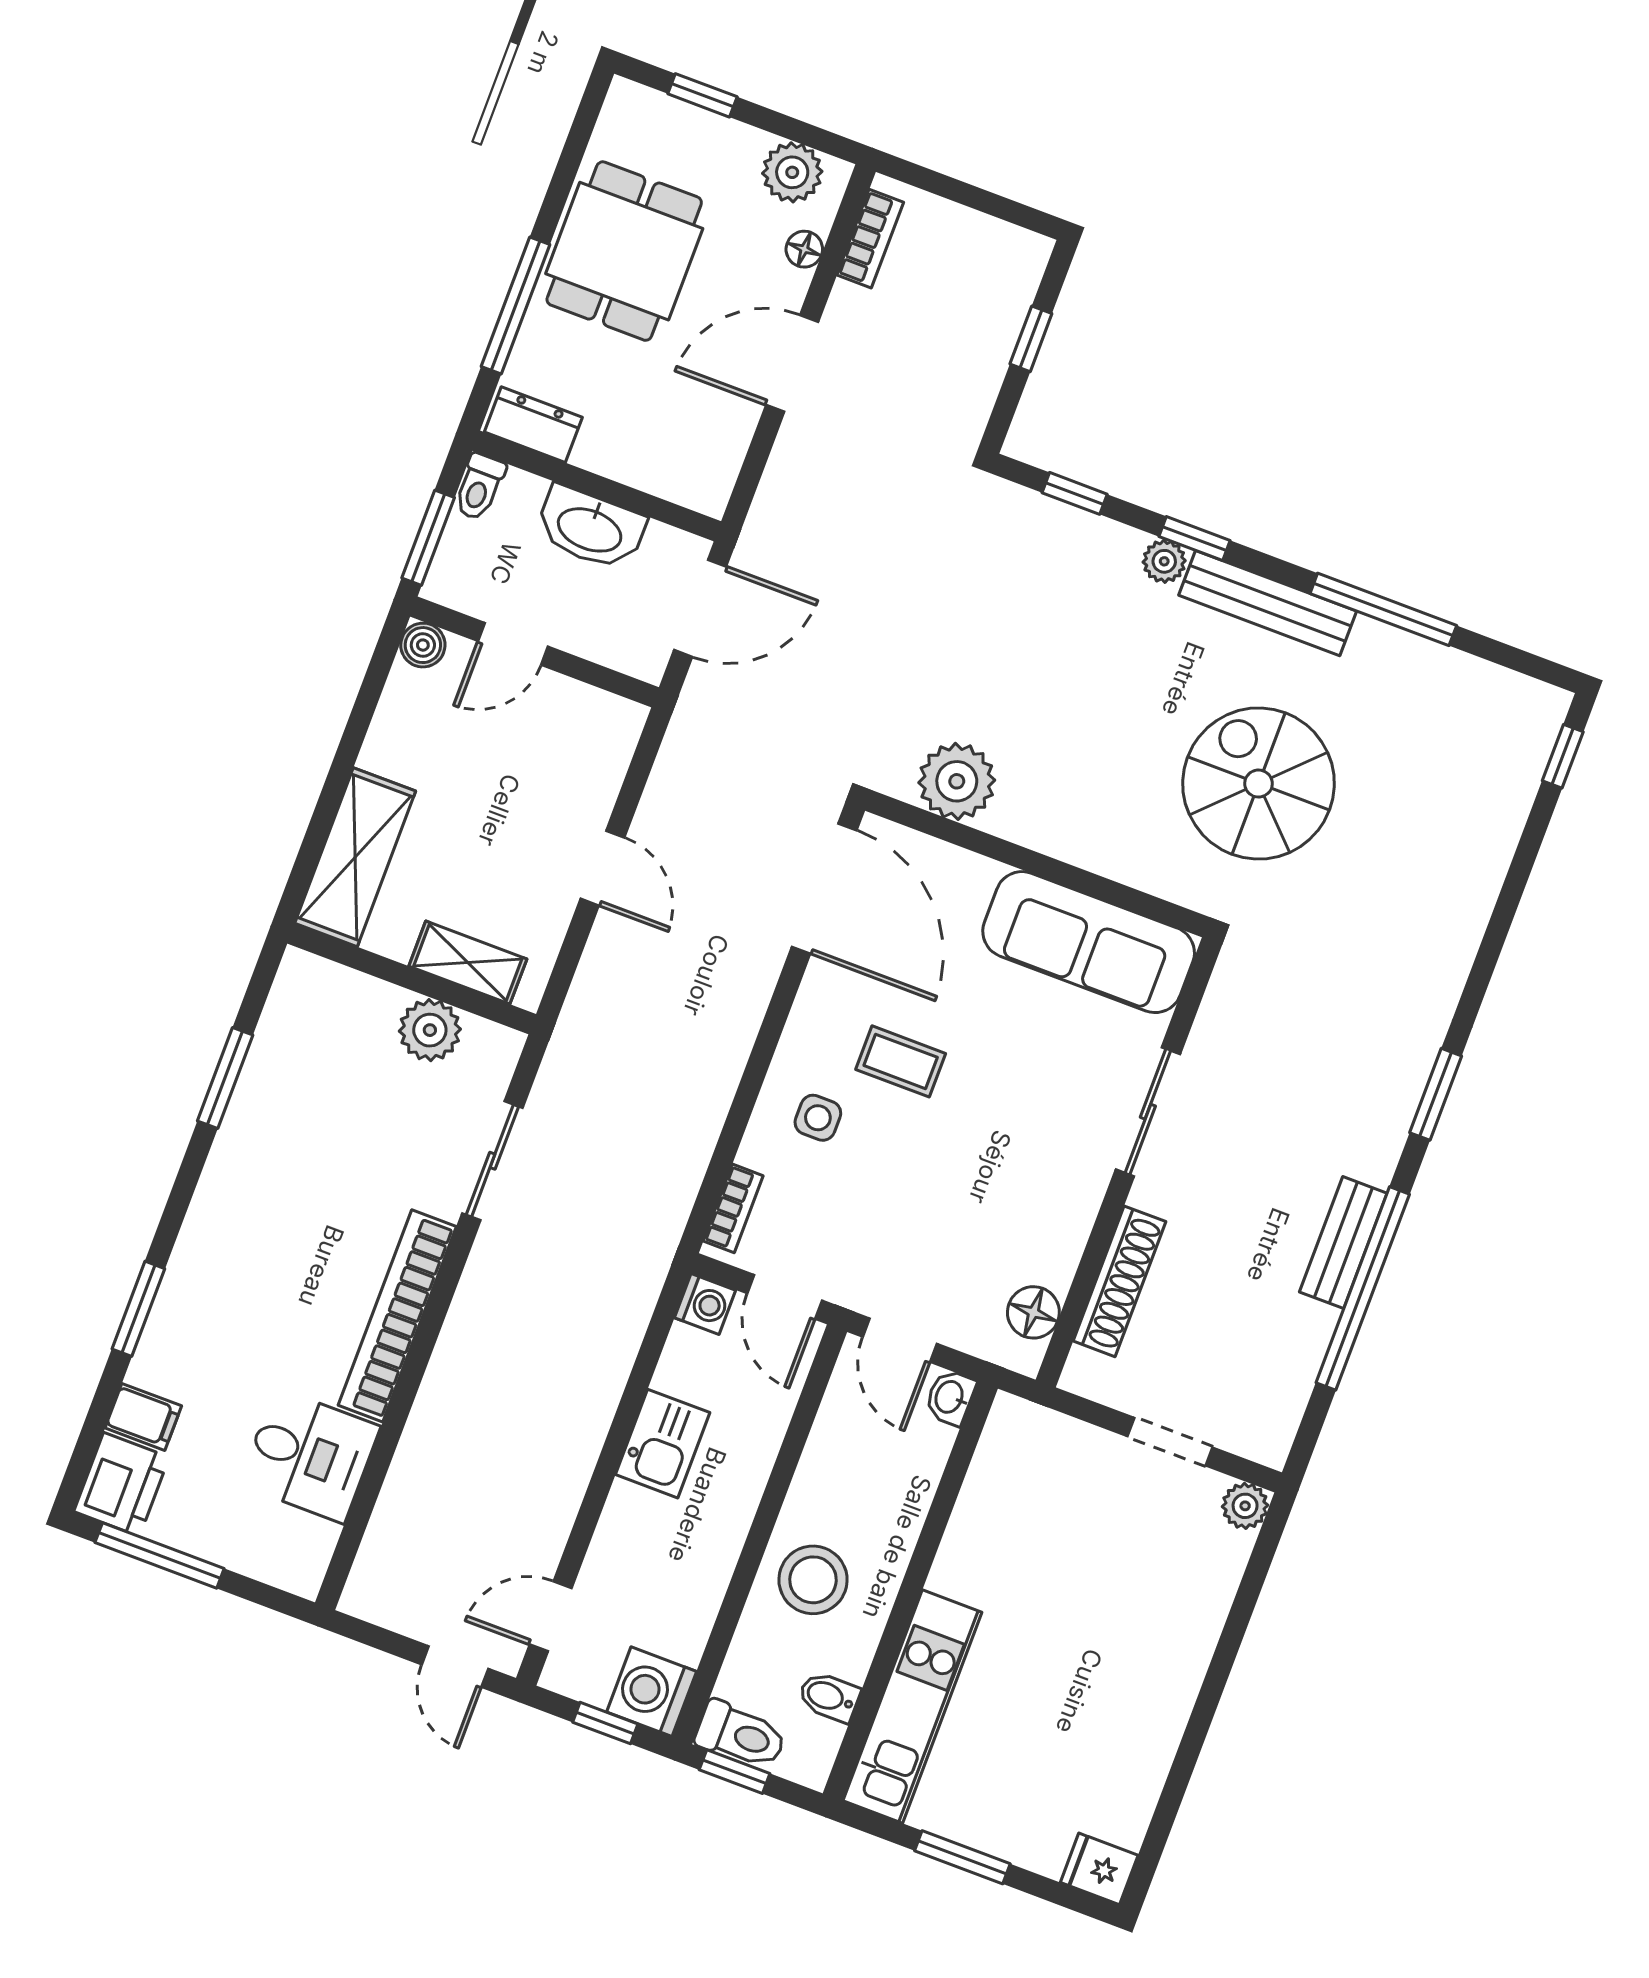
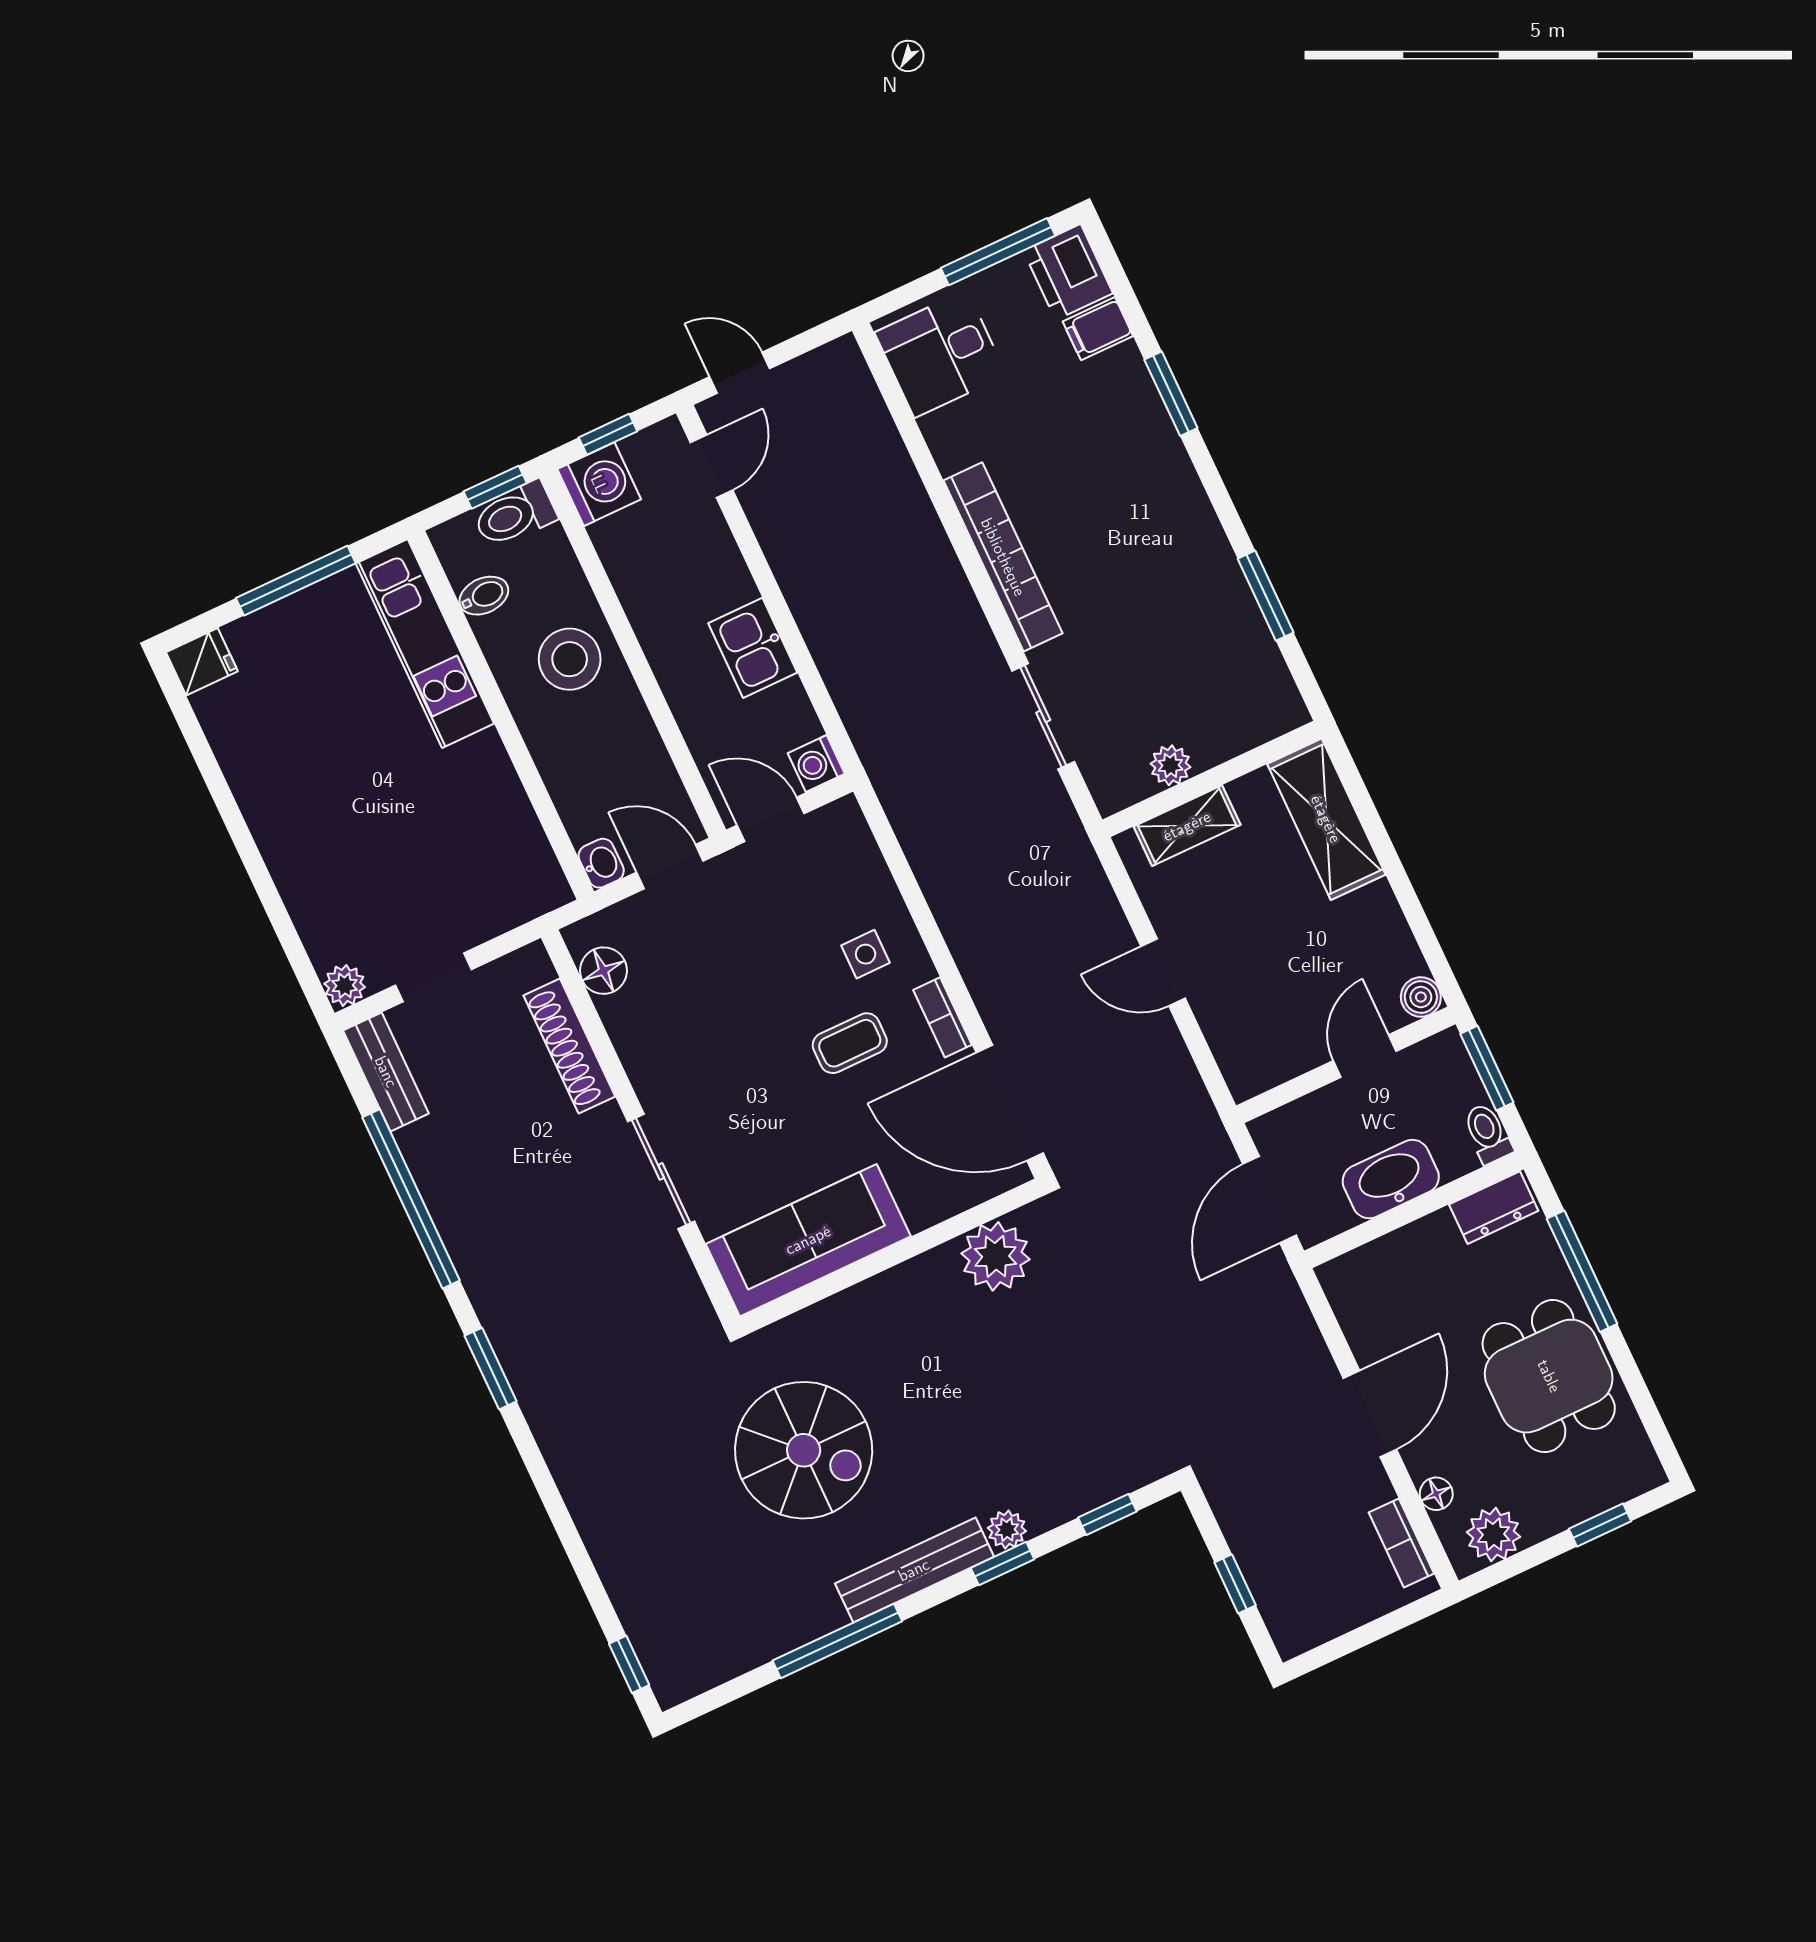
plant: (430, 1030) -> (1170, 765), width x0.73, depth x0.73
bookcase: (733, 1208) -> (942, 1017), moved
bench: (1343, 1243) -> (386, 1072), moved
desk: (310, 1455) -> (941, 354), moved
window: (962, 1857) -> (296, 581), width x1.44

